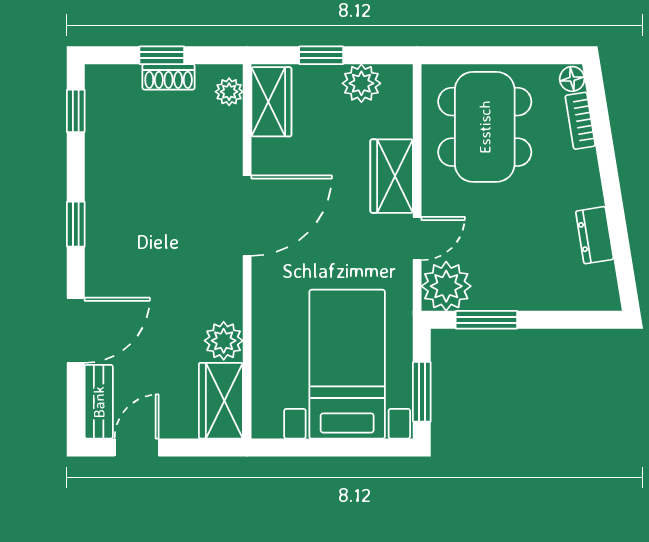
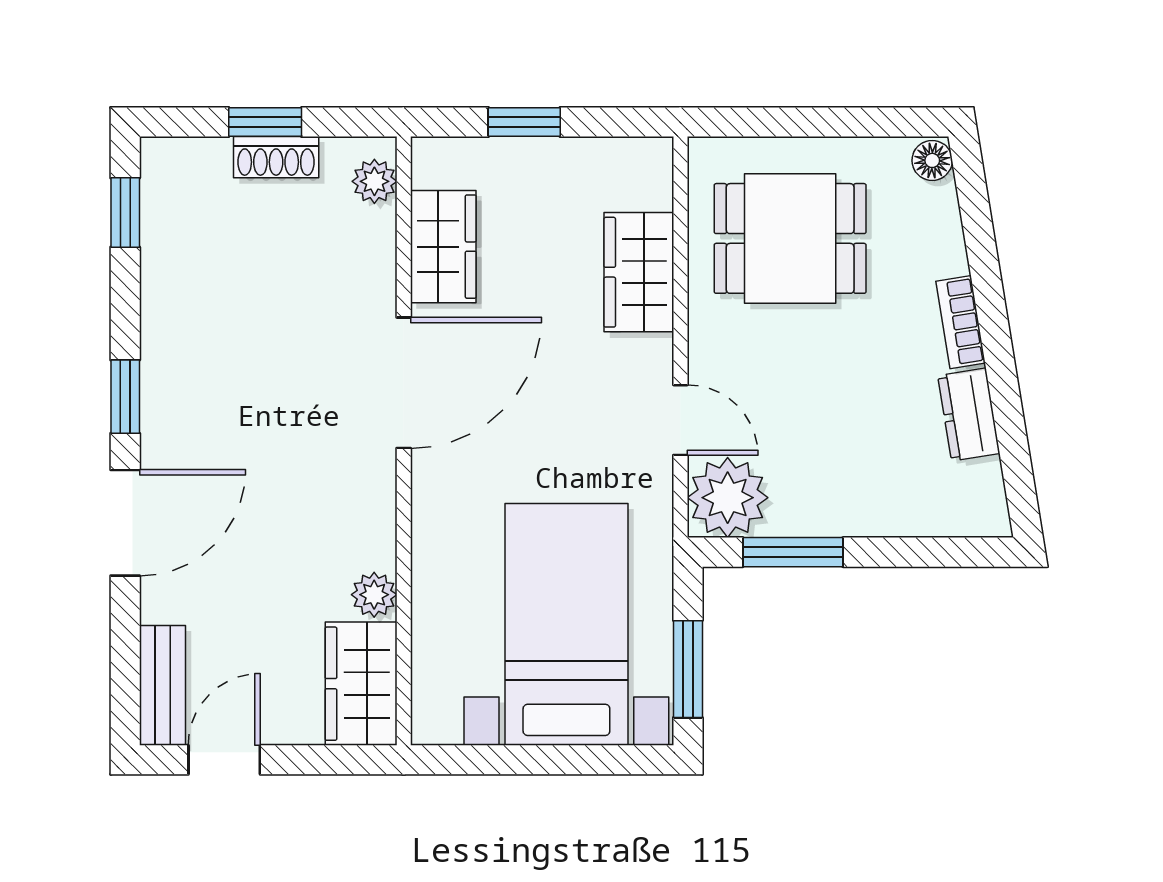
plant: (361, 83) -> (590, 168), removed
wardrobe: (271, 102) -> (443, 247), moved
bookcase: (580, 121) -> (961, 322), moved
dining table: (485, 127) -> (790, 238), width x0.73
wardrobe: (392, 176) -> (639, 272), moved
door: (417, 239) -> (680, 420), hinge flipped
door: (76, 330) -> (125, 523), moved
plant: (224, 341) -> (374, 595), width x0.73, depth x0.73

